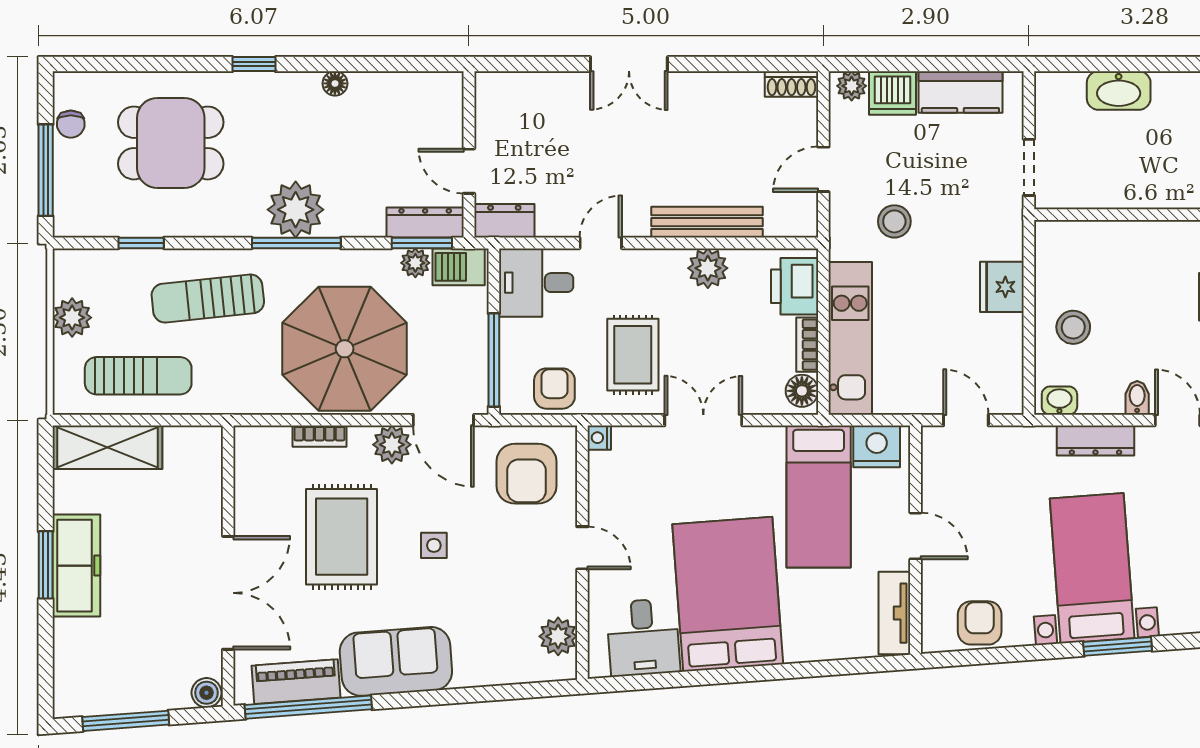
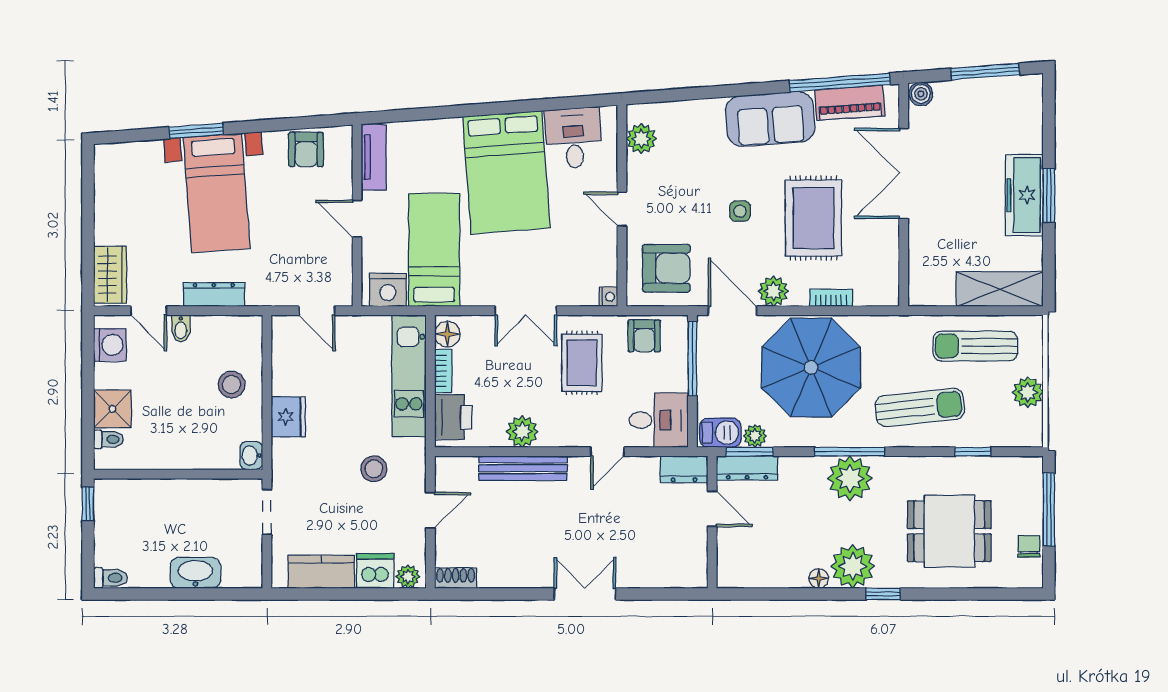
plant: (292, 99) -> (853, 566), added
washbasin: (1059, 401) -> (251, 456), moved, turned 90
armchair: (526, 474) -> (666, 268), turned 90

